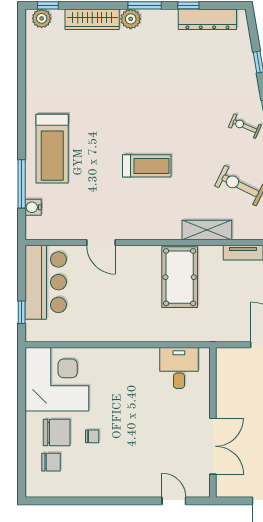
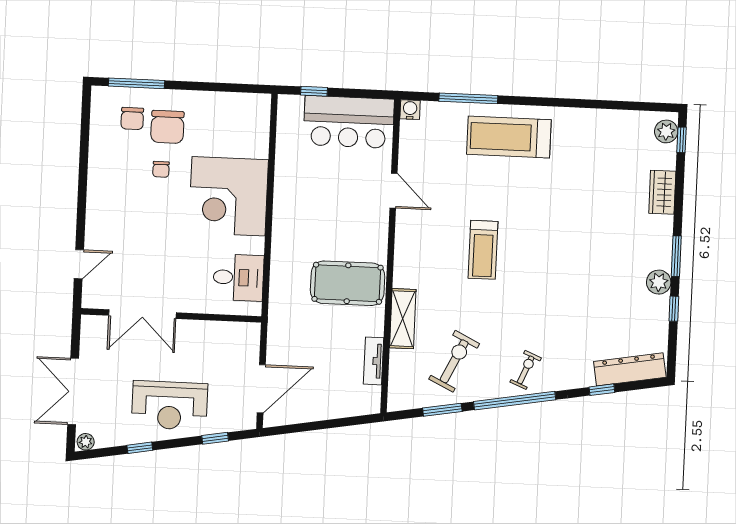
wardrobe: (92, 19) -> (662, 192), width x0.67
plant: (131, 19) -> (659, 282), moved
dresser: (207, 19) -> (630, 369), moved, turned 80
water cooler: (33, 207) -> (410, 110), moved
door: (101, 243) -> (393, 191), swing flipped
corner desk: (57, 379) -> (229, 196), moved, turned 90
window: (22, 460) -> (137, 83), added

